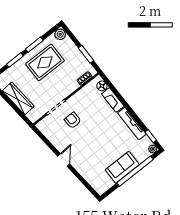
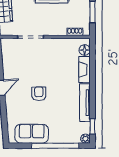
armchair: (73, 120) -> (39, 94), moved
sofa: (122, 167) -> (32, 134), moved

